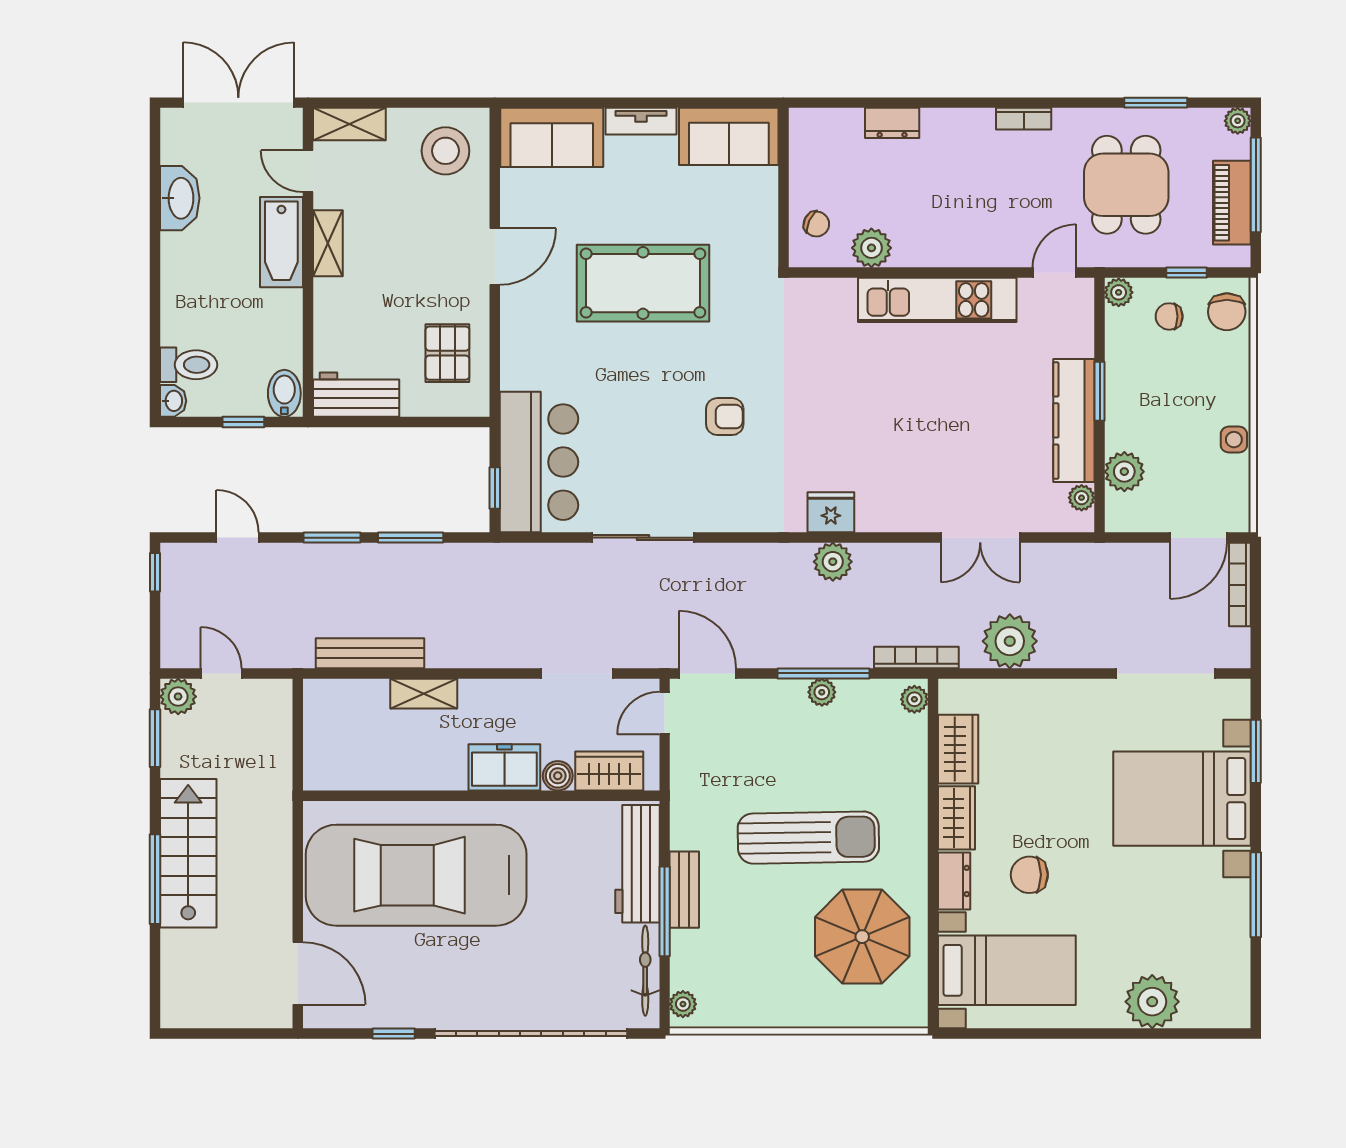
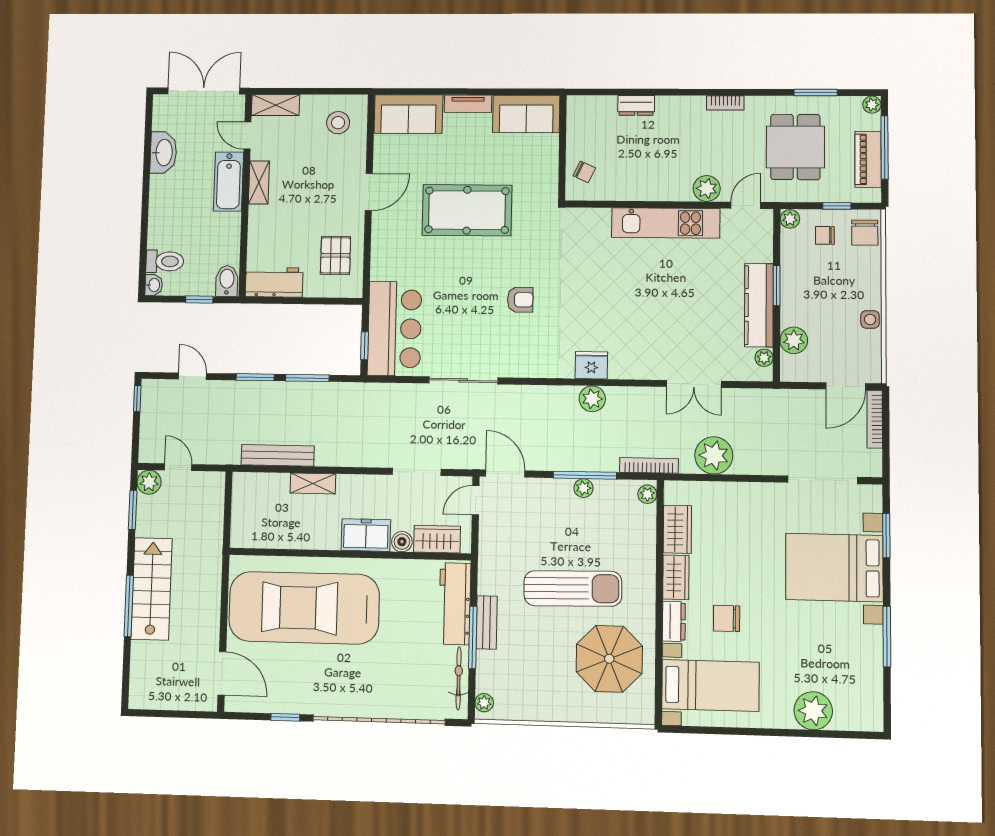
stool: (445, 151) -> (338, 123), width x0.73, depth x0.73
plant: (871, 248) -> (707, 189), moved

